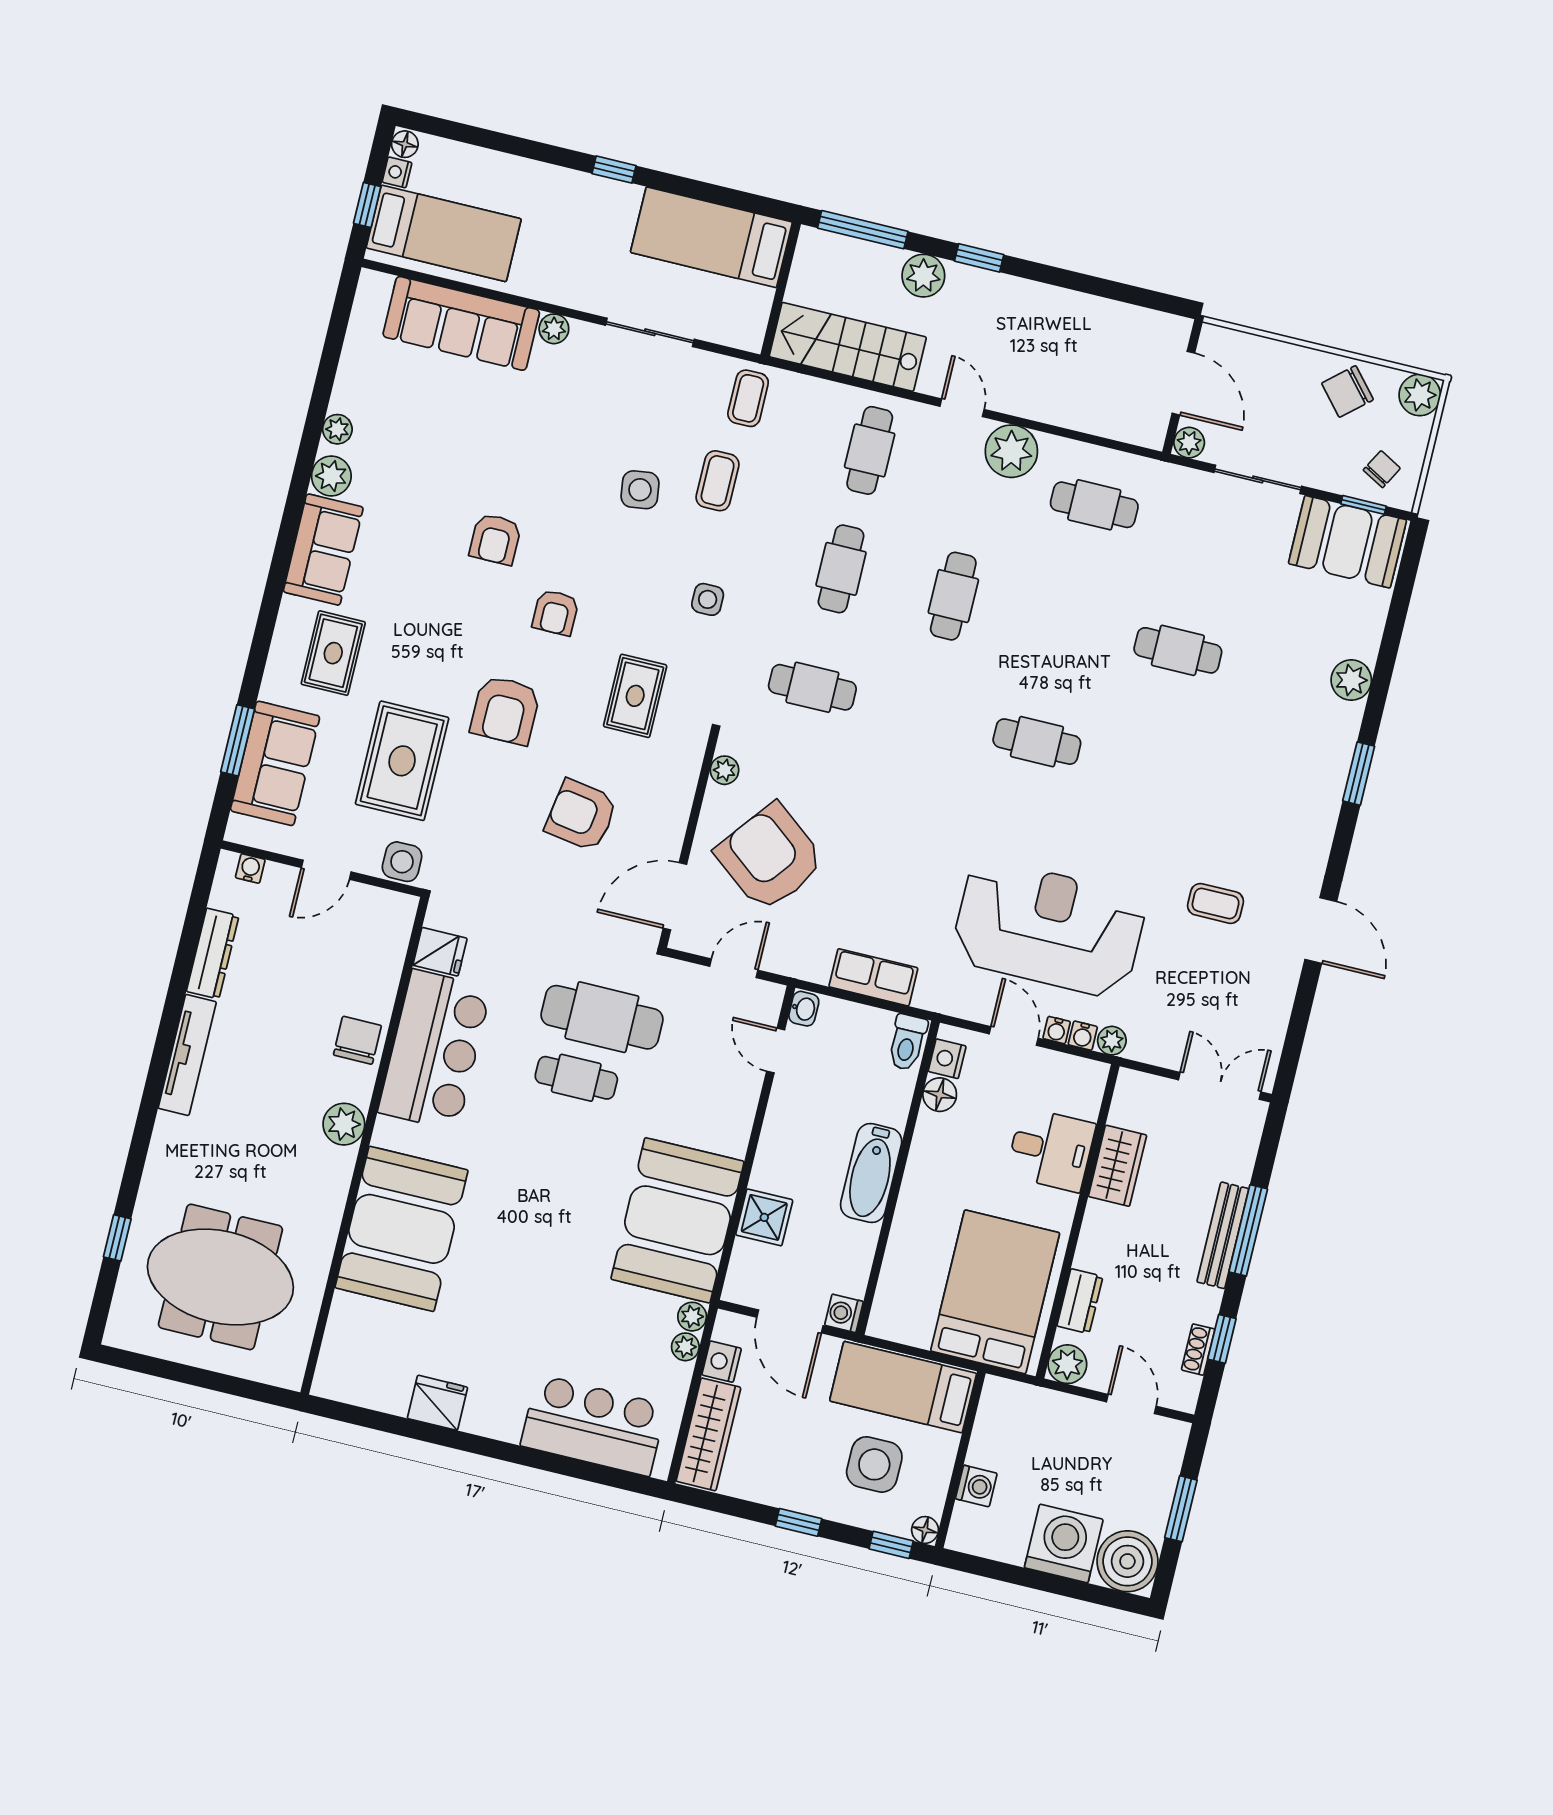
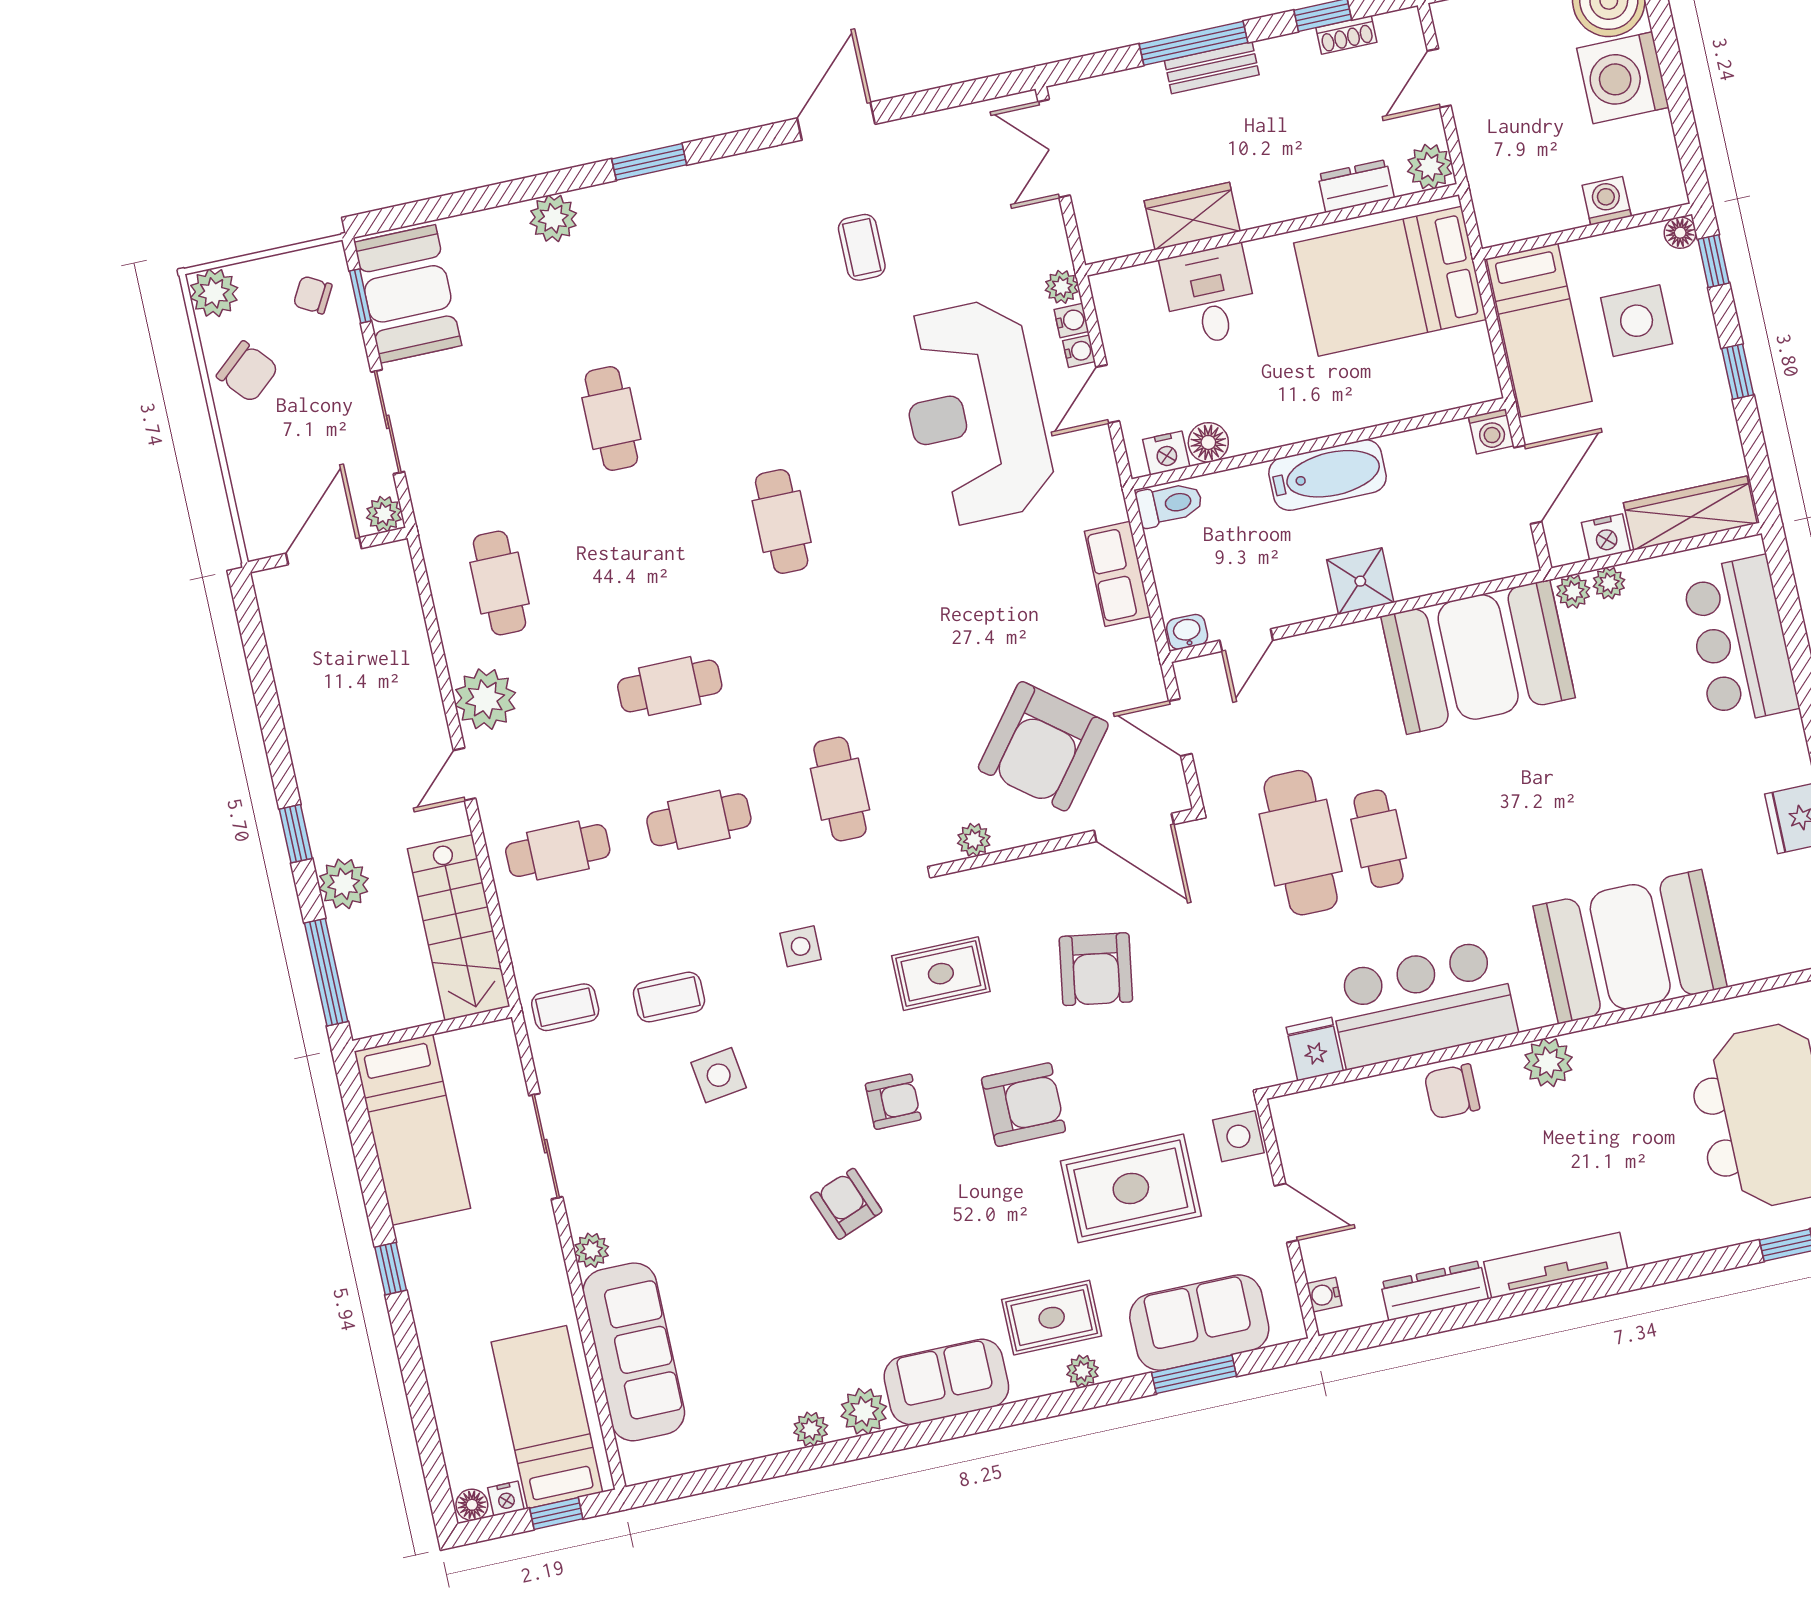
armchair: (495, 539) -> (846, 1204), turned -111
plant: (281, 657) -> (1083, 1371), added
shower: (764, 1217) -> (1360, 581), moved
bench: (1223, 1235) -> (1212, 68), width x0.73

